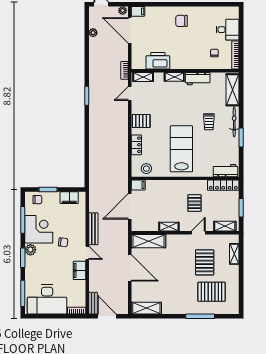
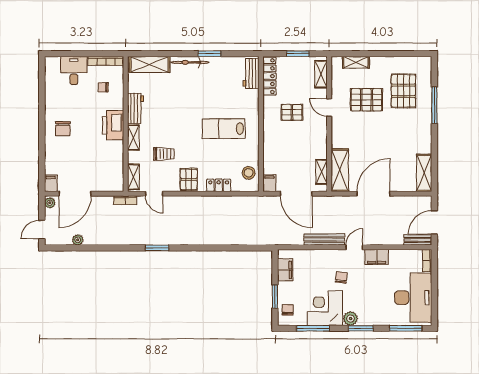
printer: (158, 61) -> (113, 125), moved
trolley: (209, 122) -> (164, 154), moved
lab bench: (181, 149) -> (224, 129), width x0.73, depth x0.72
shelving: (169, 227) -> (322, 172), moved

